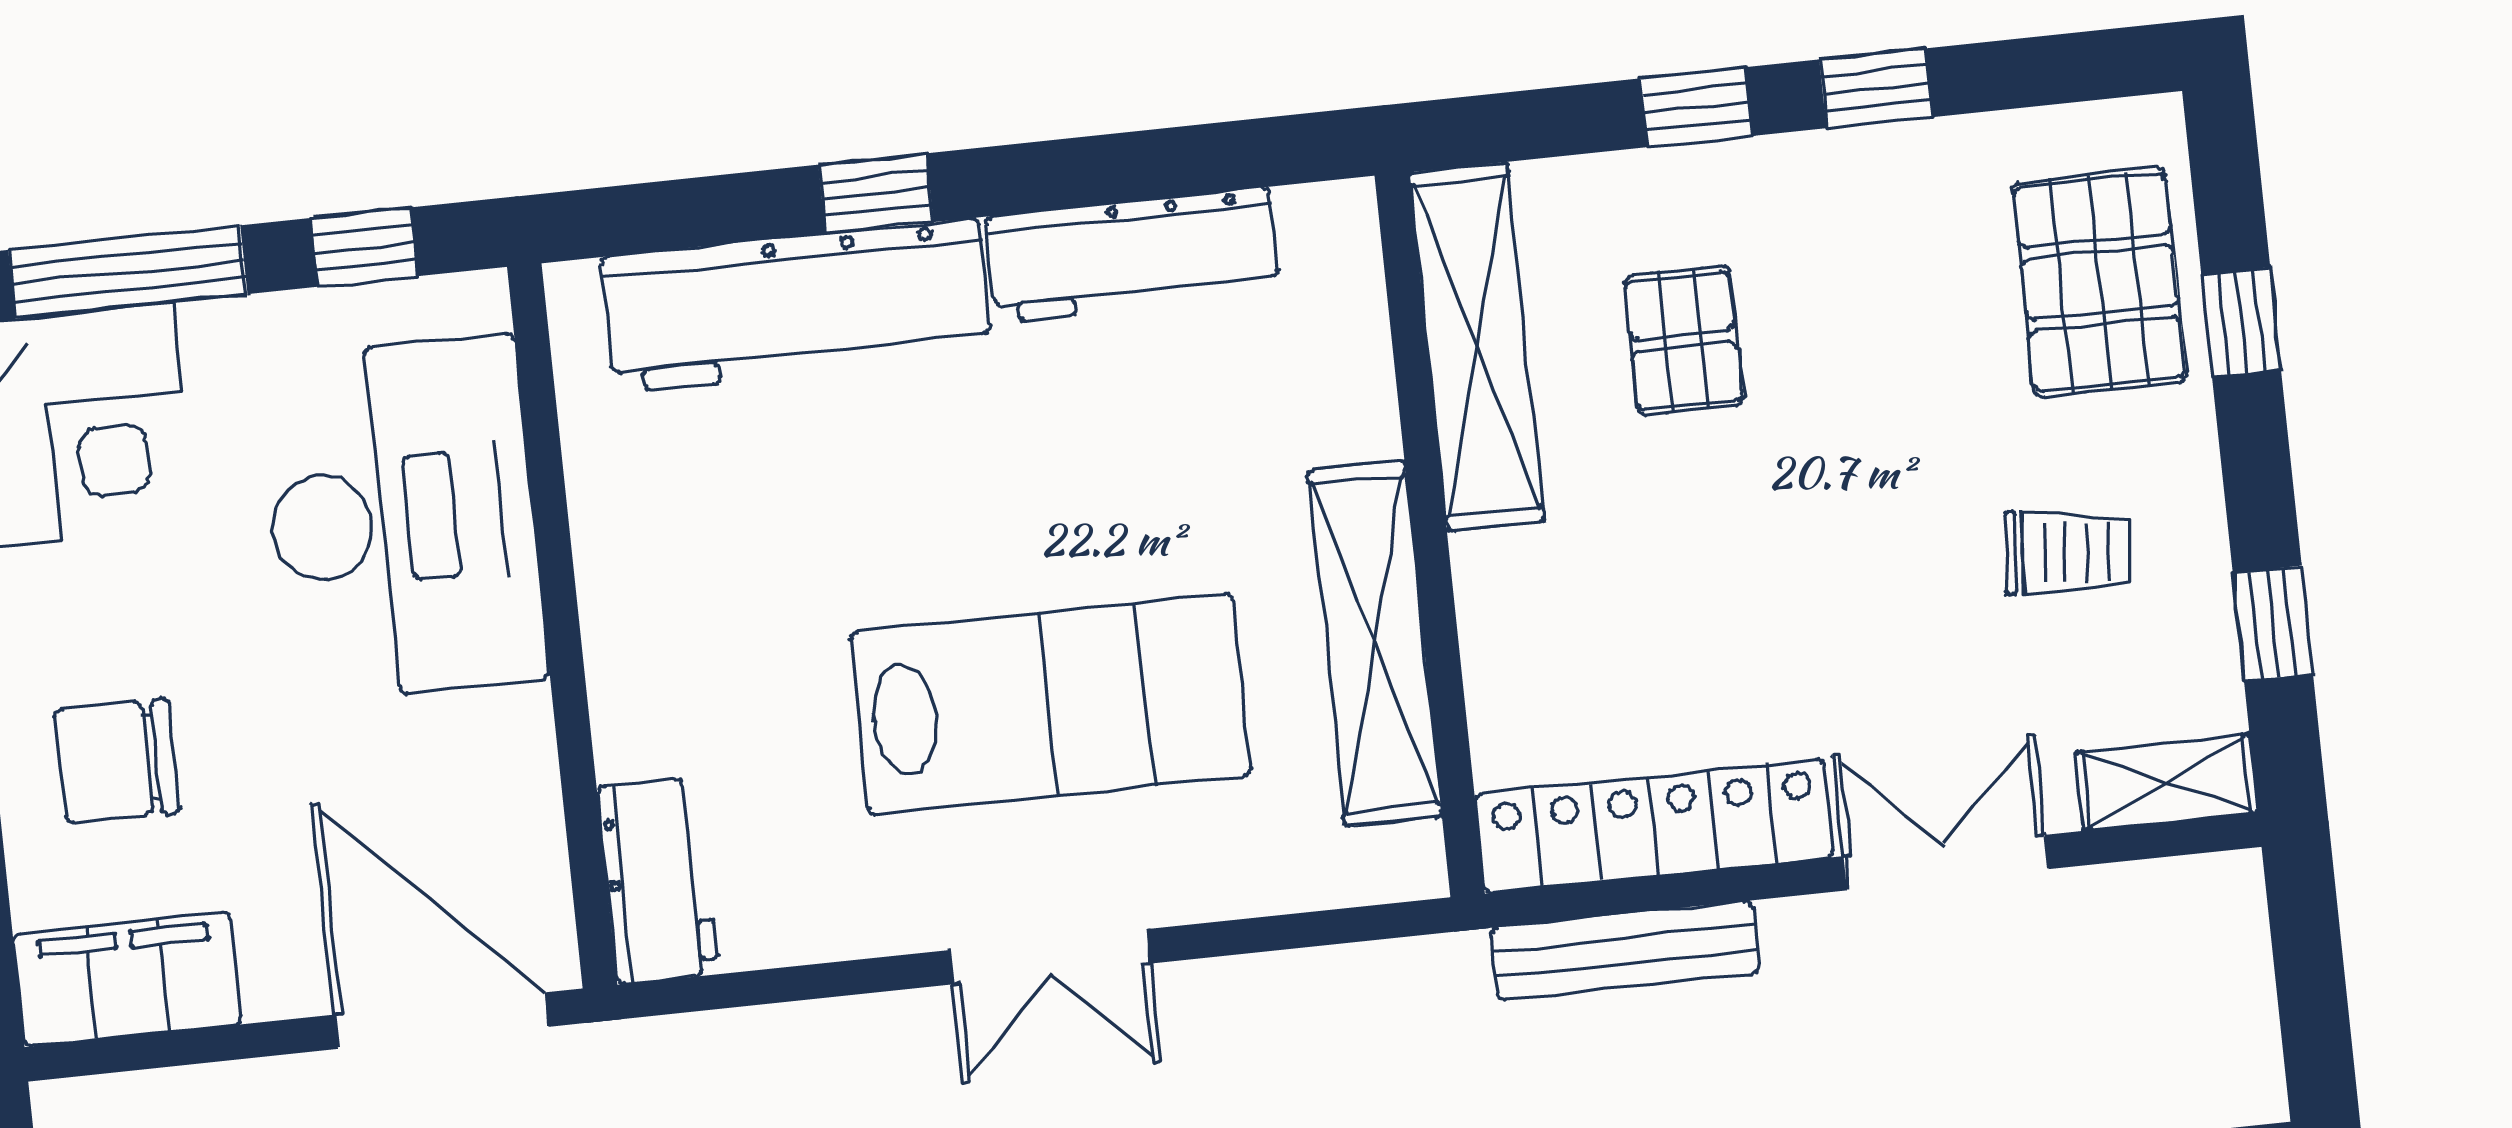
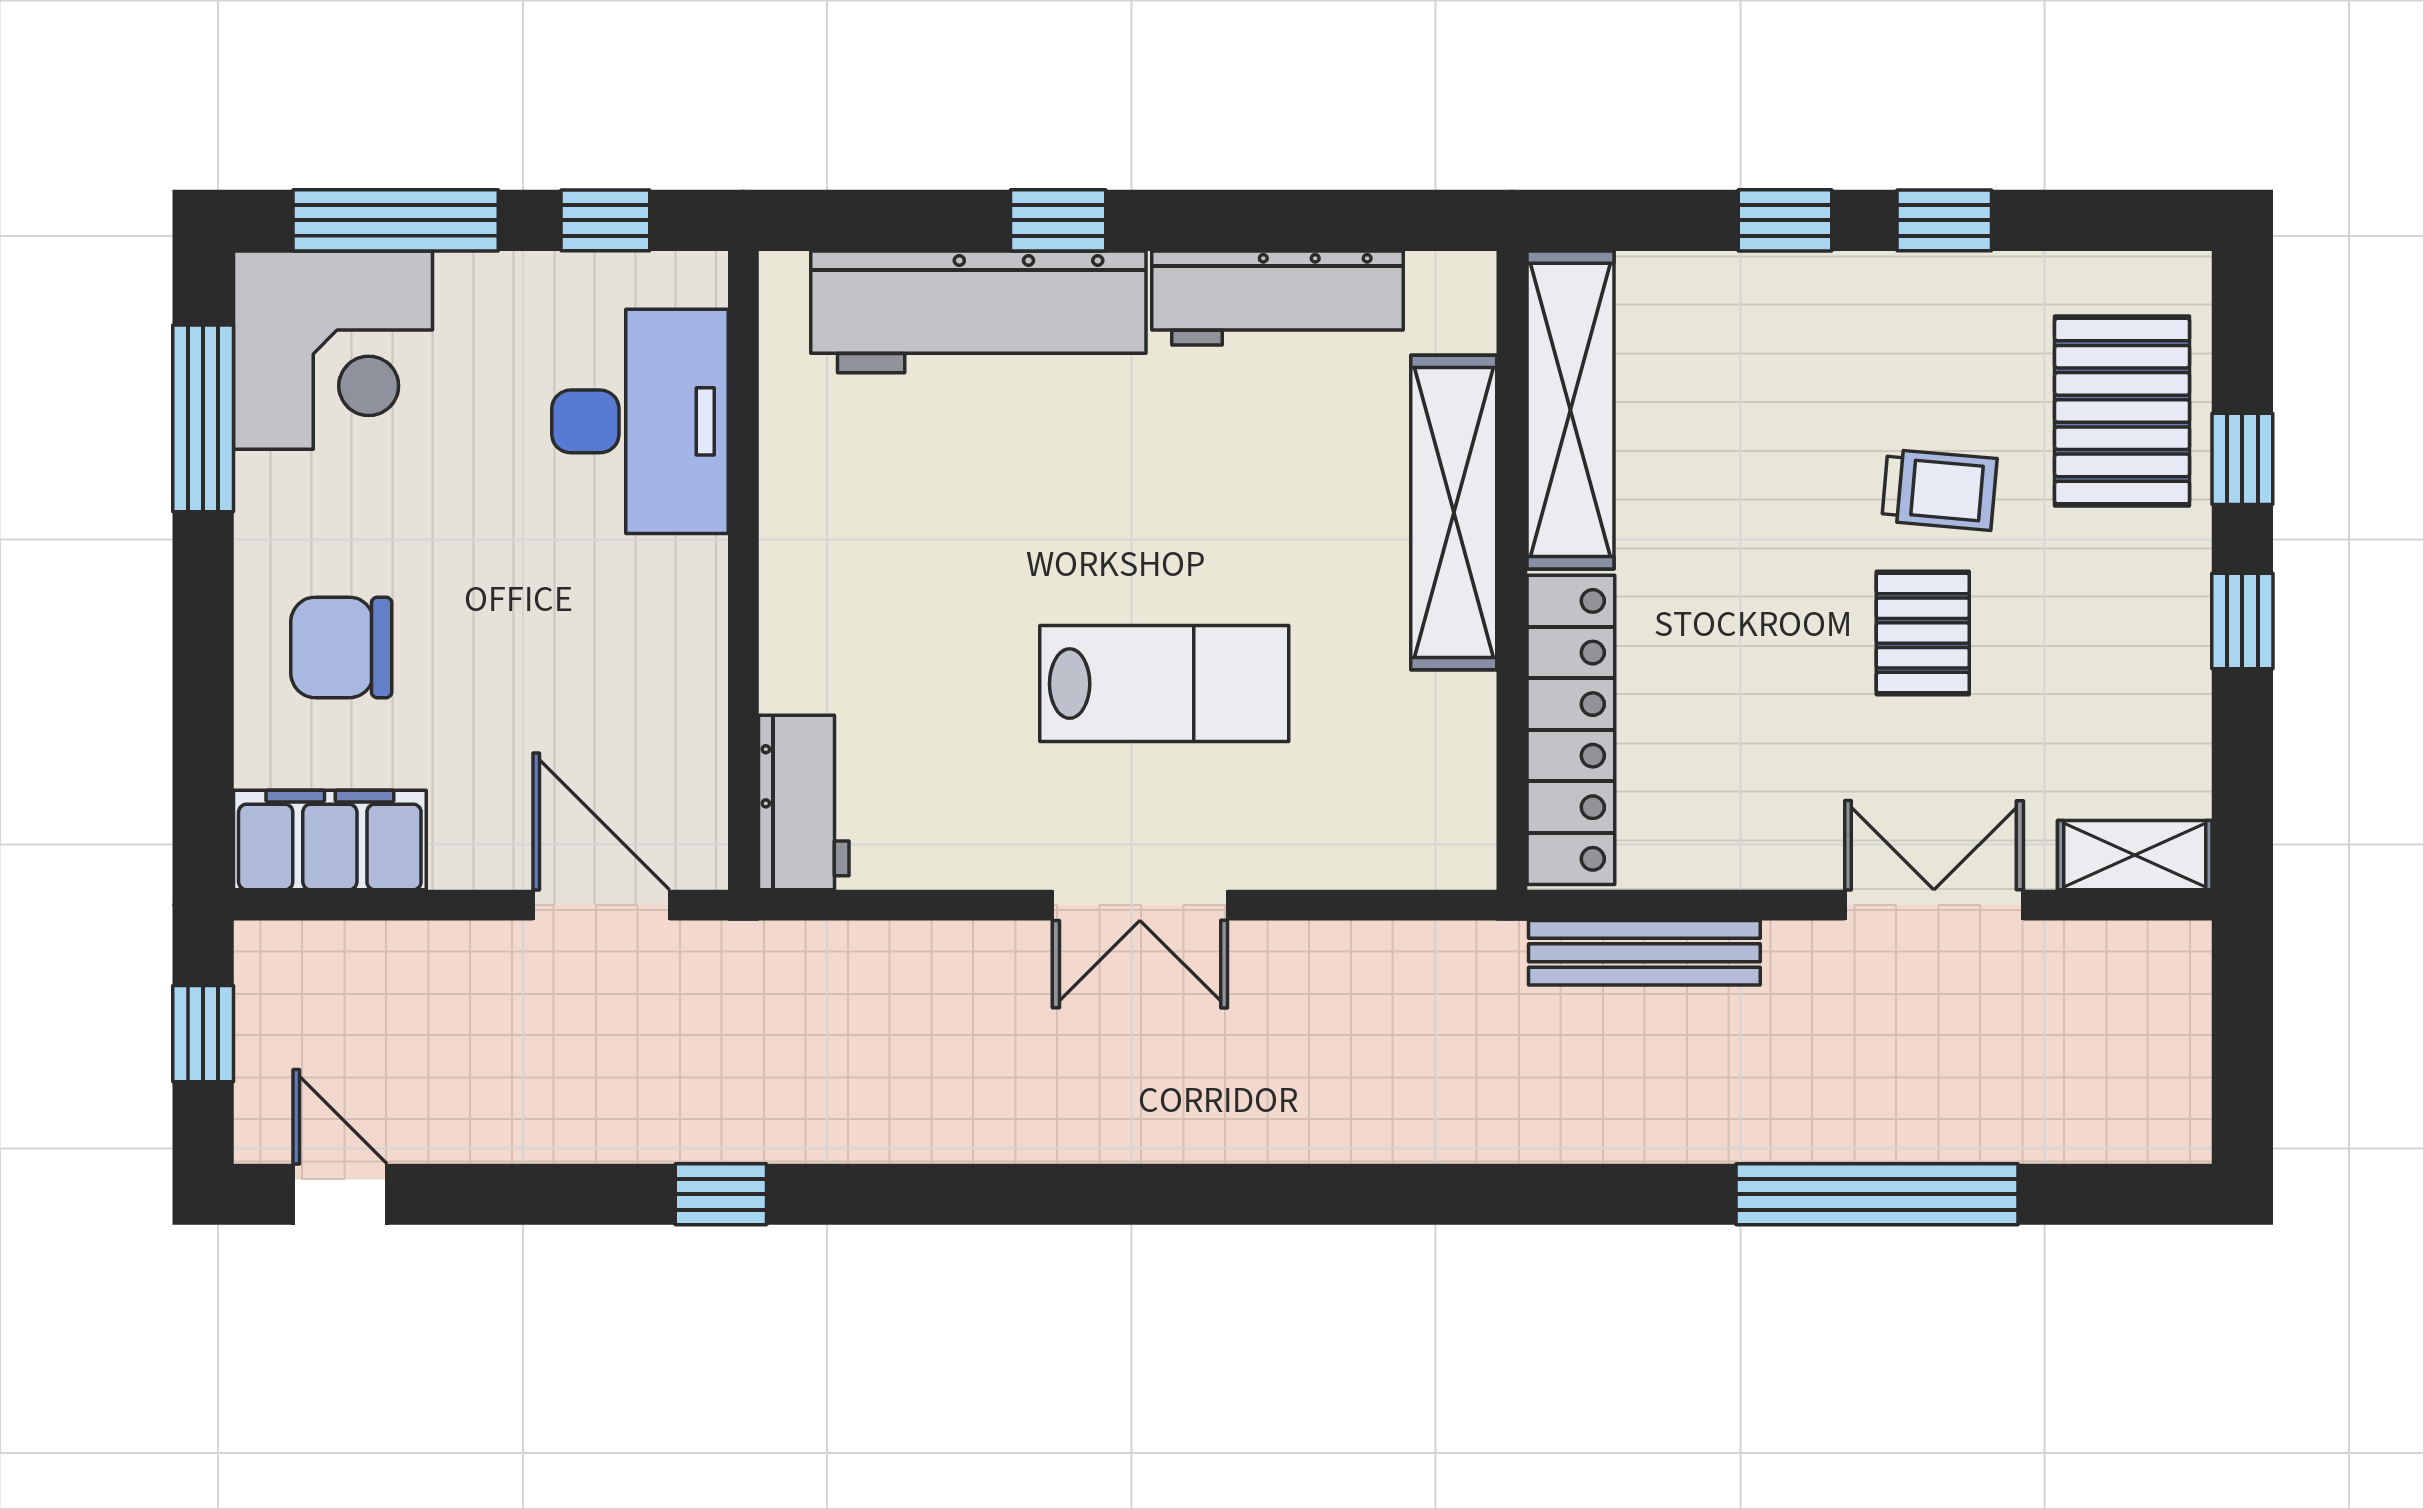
pallet: (1683, 341) -> (1923, 633), moved
desk: (403, 519) -> (640, 421), width x0.73, depth x0.77
trolley: (2068, 552) -> (1939, 490), moved
window: (2273, 623) -> (2242, 621), moved
shelving: (1375, 644) -> (1454, 512), moved
lab bench: (1051, 704) -> (1164, 684), width x0.73, depth x0.72
locker: (1654, 826) -> (1571, 730), moved, turned 90
door: (441, 1021) -> (601, 905), width x0.73

